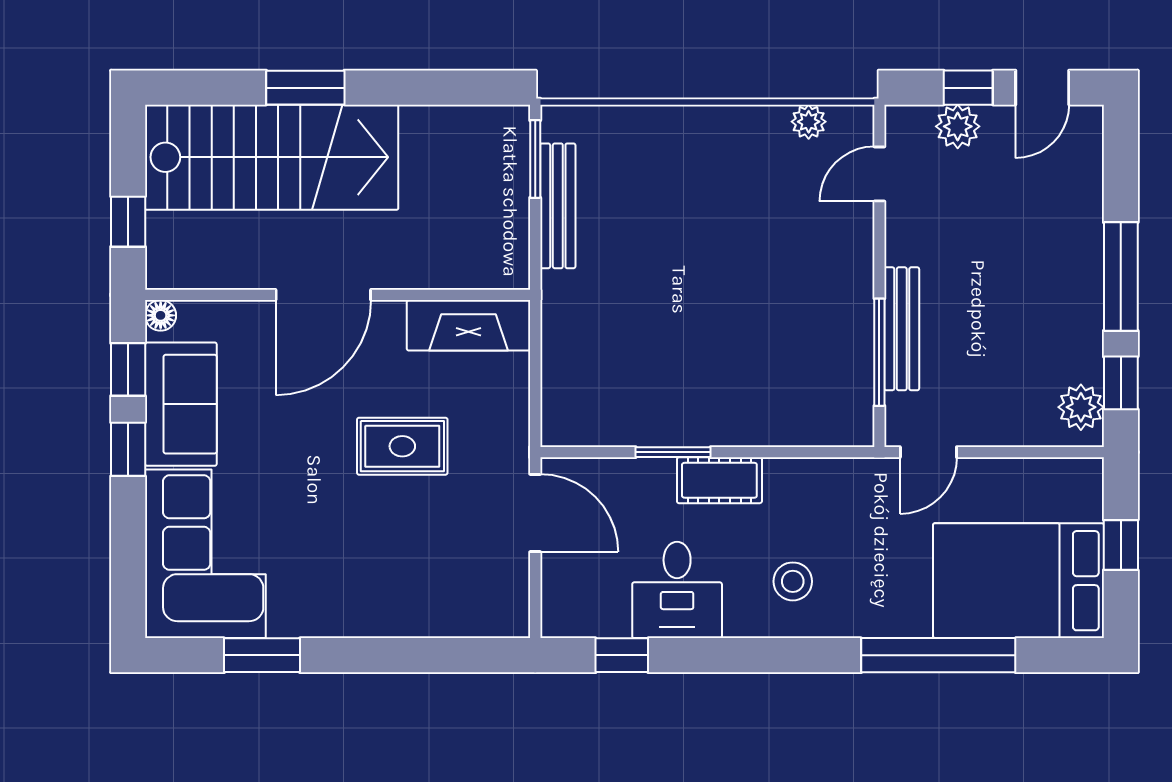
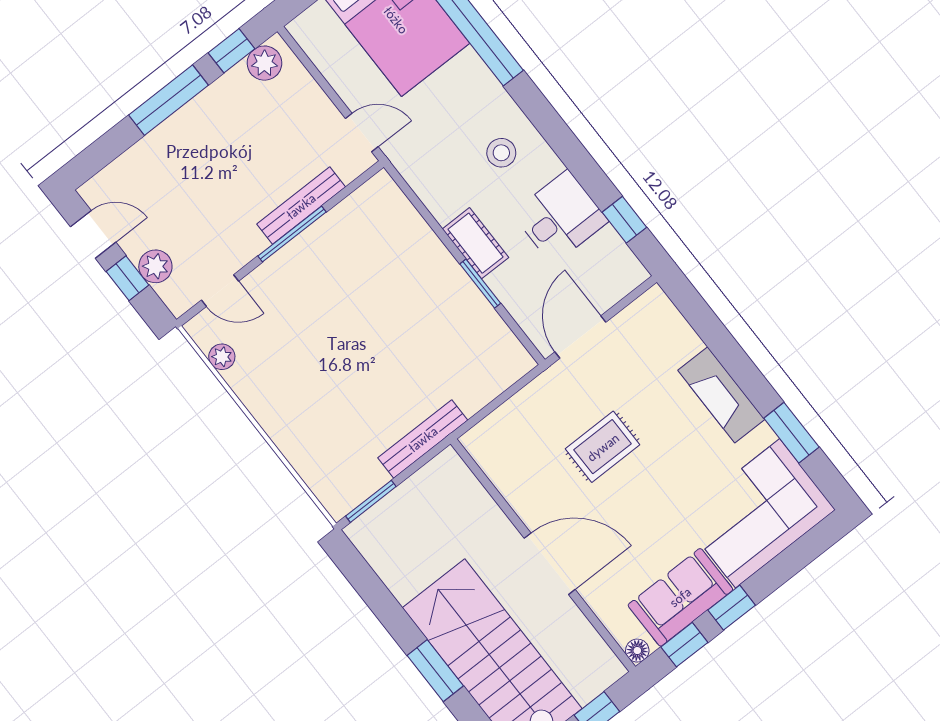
bench: (558, 206) -> (423, 439), moved
fireplace: (468, 325) -> (721, 395), moved, turned 180
window: (879, 352) -> (292, 234), moved
rug: (402, 446) -> (603, 447), turned 90

